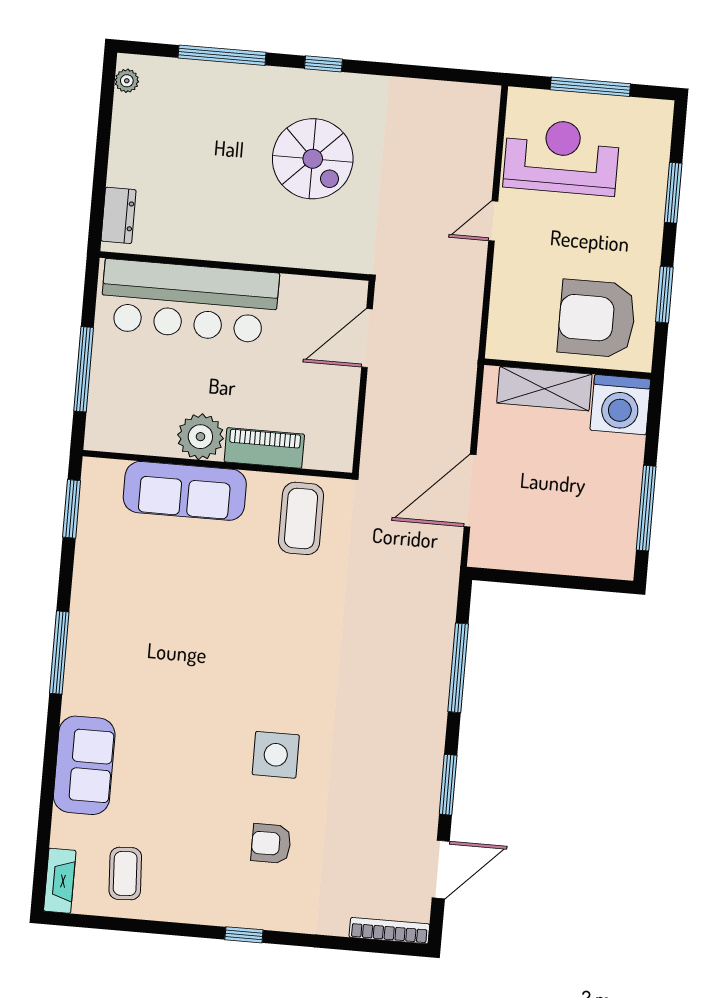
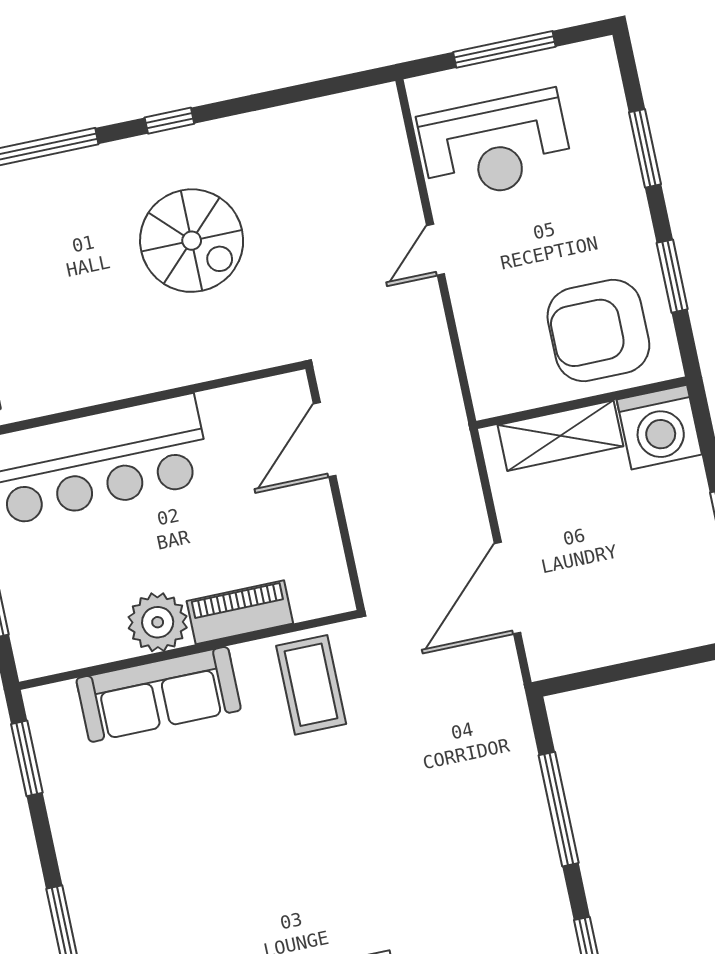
reception desk: (562, 157) -> (495, 146), turned 180

